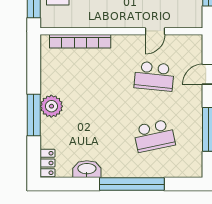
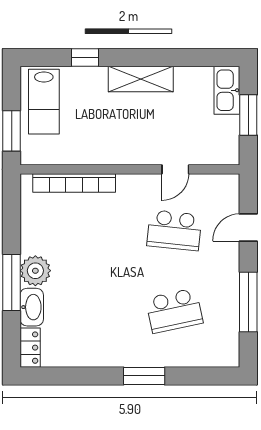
washbasin: (87, 169) -> (32, 307), moved, turned 90
window: (132, 184) -> (144, 376), width x0.47

